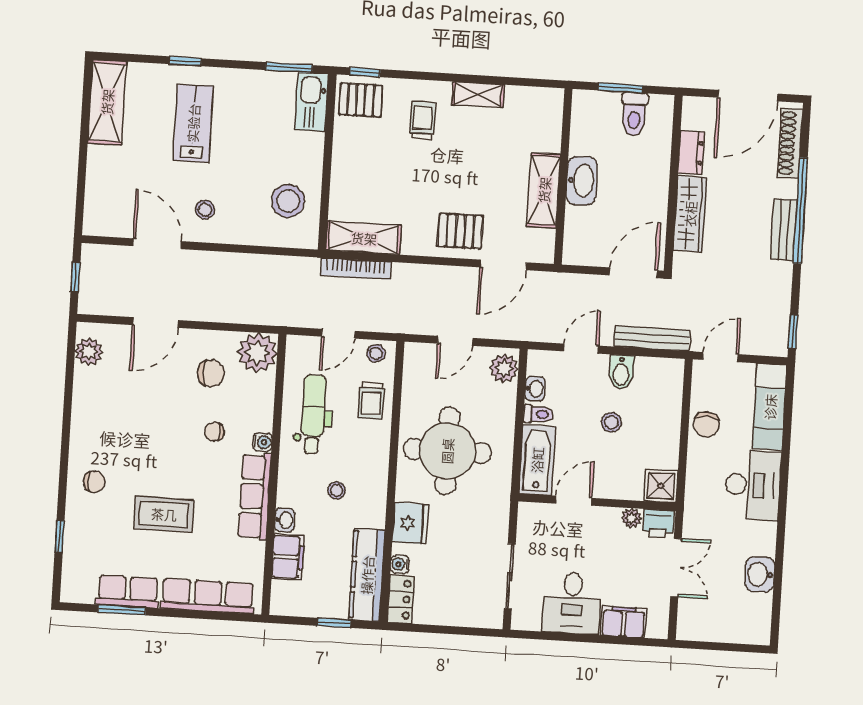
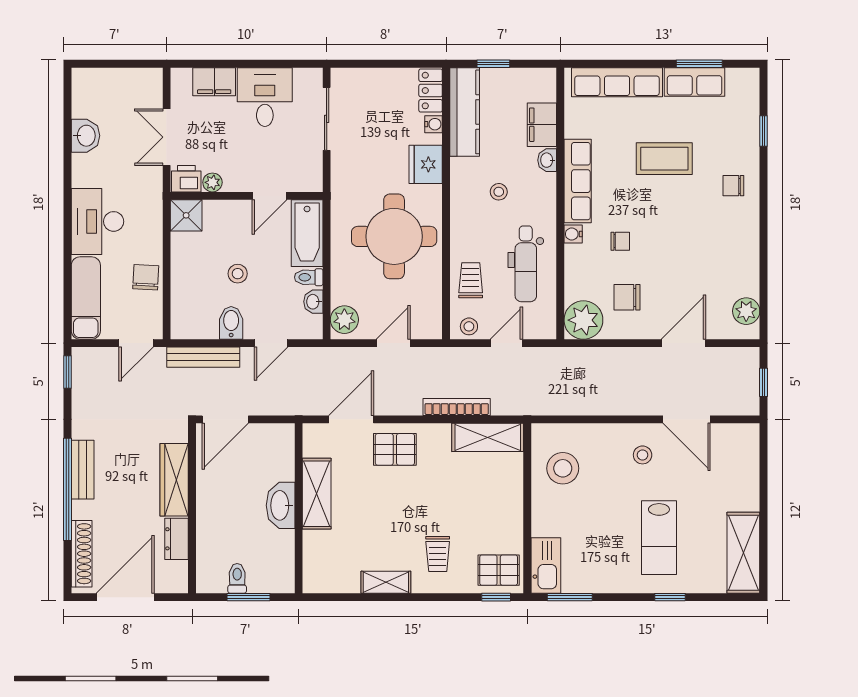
toilet: (634, 114) -> (237, 578), width x0.73, depth x0.72
bookcase: (356, 269) -> (457, 407), moved

